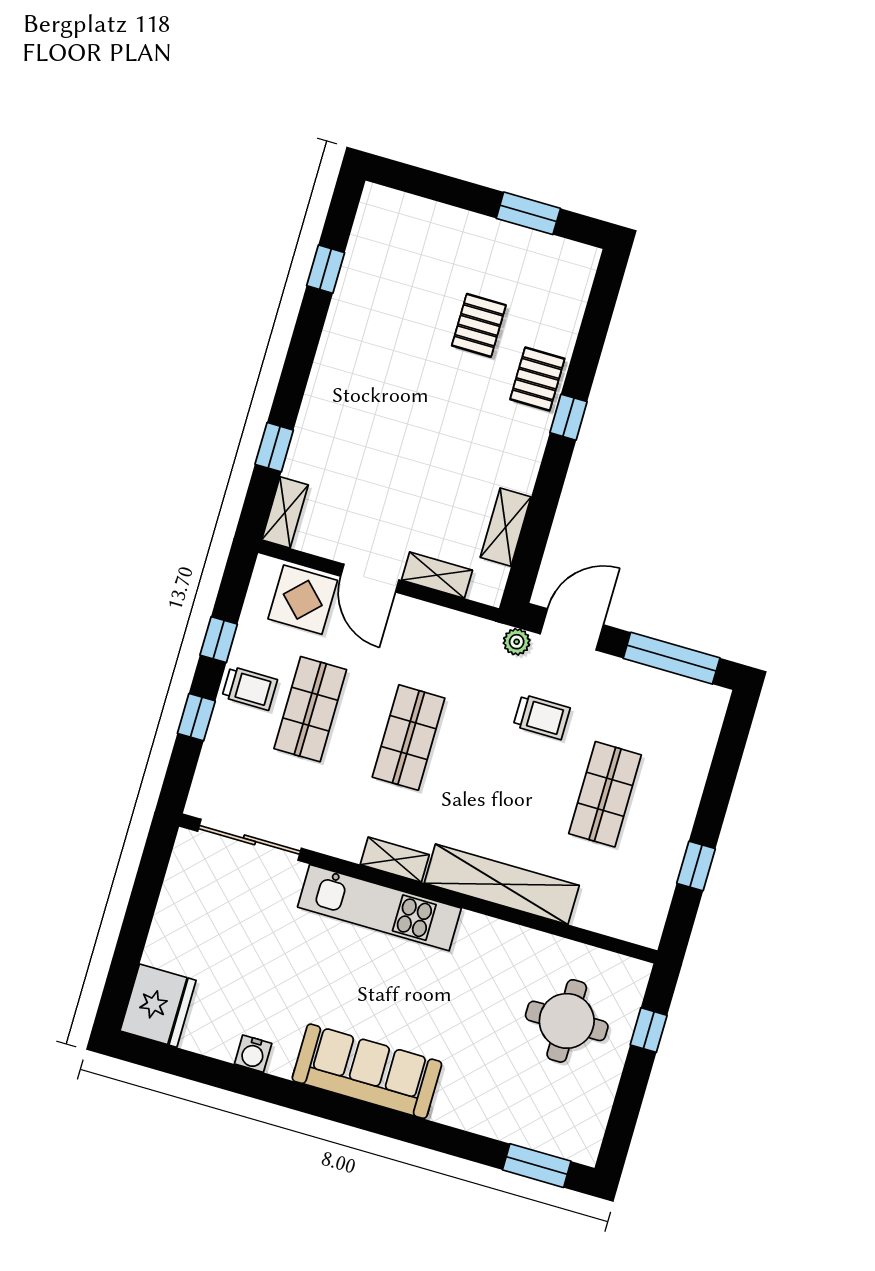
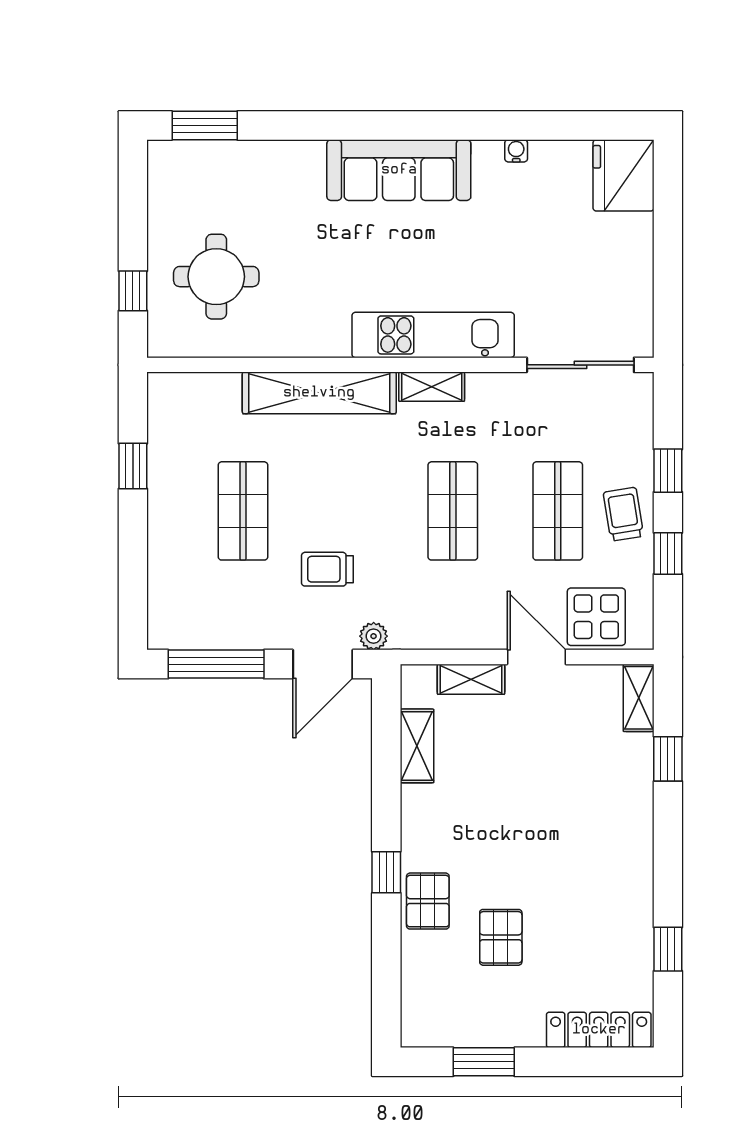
locker: (412, 212) -> (599, 1030), added
trolley: (250, 688) -> (623, 514), turned 81
water cooler: (253, 1054) -> (516, 151), width x0.72, depth x0.72

